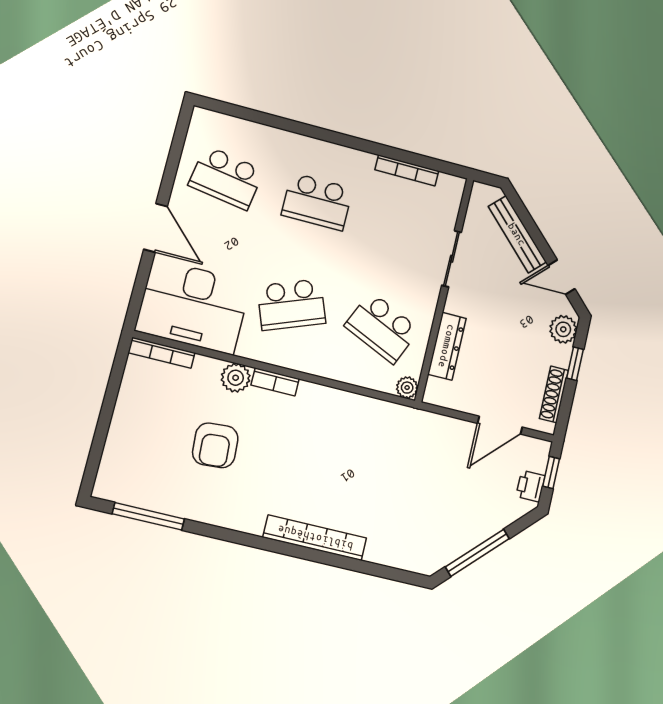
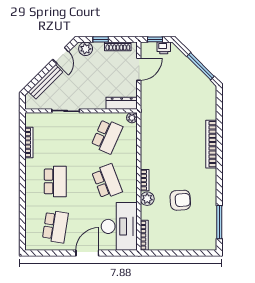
dresser: (447, 346) -> (122, 103), moved
door: (500, 425) -> (139, 69), hinge flipped

